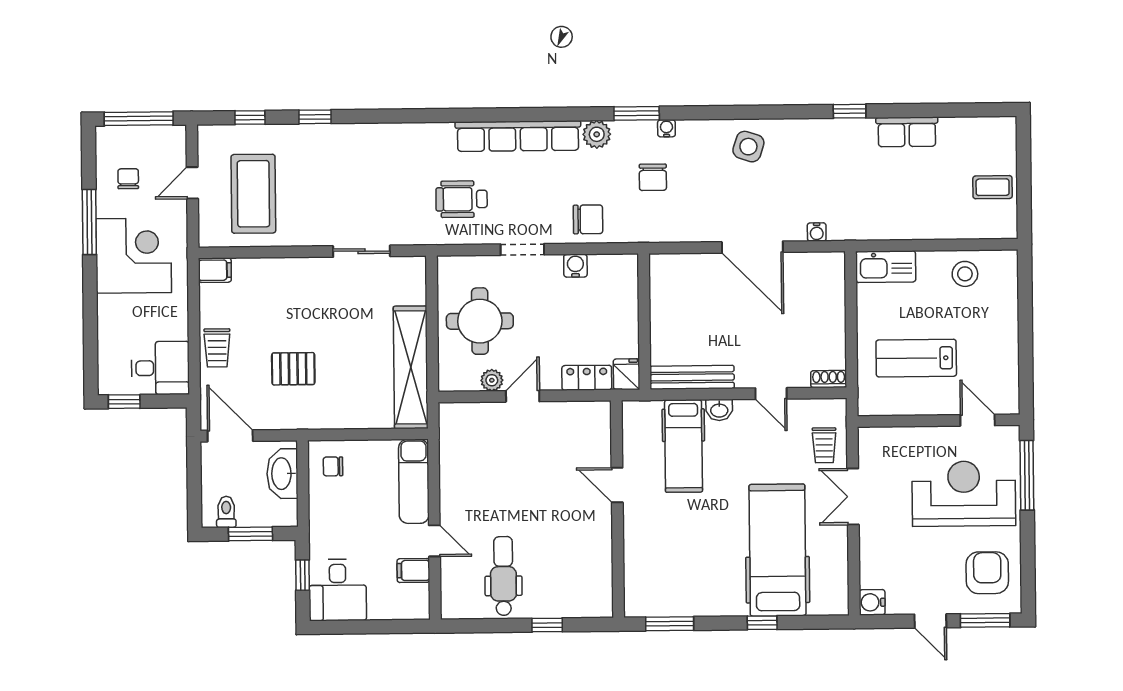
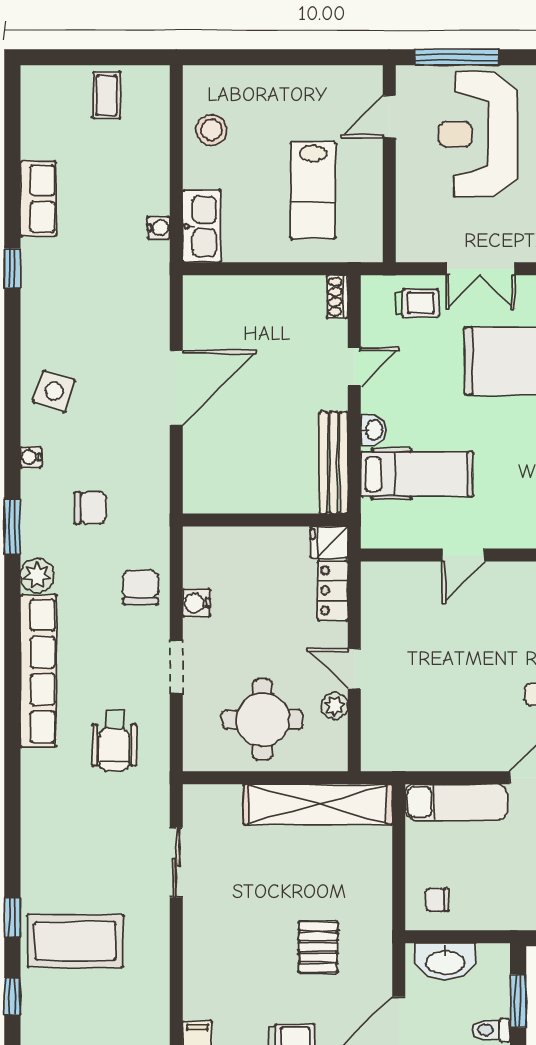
water cooler: (666, 128) -> (31, 457), moved
coffee table: (253, 194) -> (75, 941), moved
water cooler: (817, 232) -> (159, 228), moved
chair: (333, 466) -> (437, 900), turned 90

